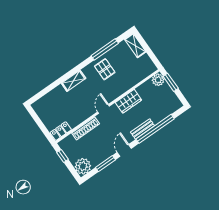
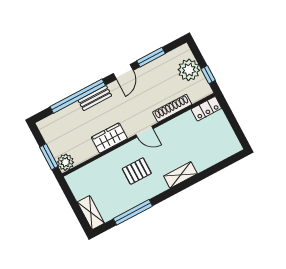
pallet: (105, 69) -> (137, 171), moved, turned 90
door: (104, 109) -> (144, 132), hinge flipped
plant: (83, 166) -> (189, 70), moved

